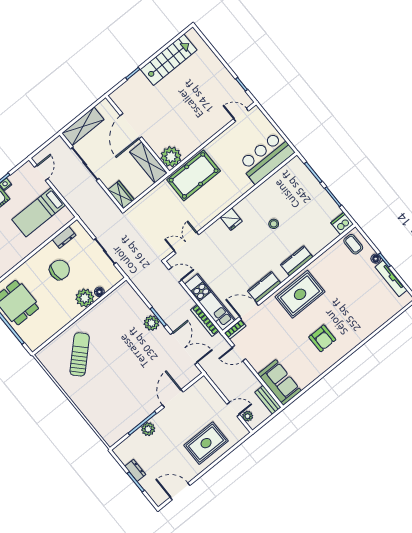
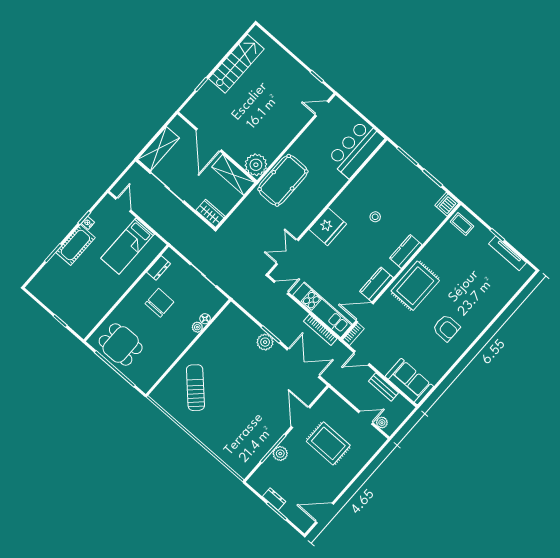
fridge: (231, 219) -> (328, 227), width x1.88, depth x1.34
floor lamp: (376, 259) -> (488, 235), removed
plant: (85, 298) -> (197, 327), width x0.53, depth x0.53
bench: (268, 400) -> (383, 387), moved
rug: (206, 443) -> (328, 443), moved, turned 90

